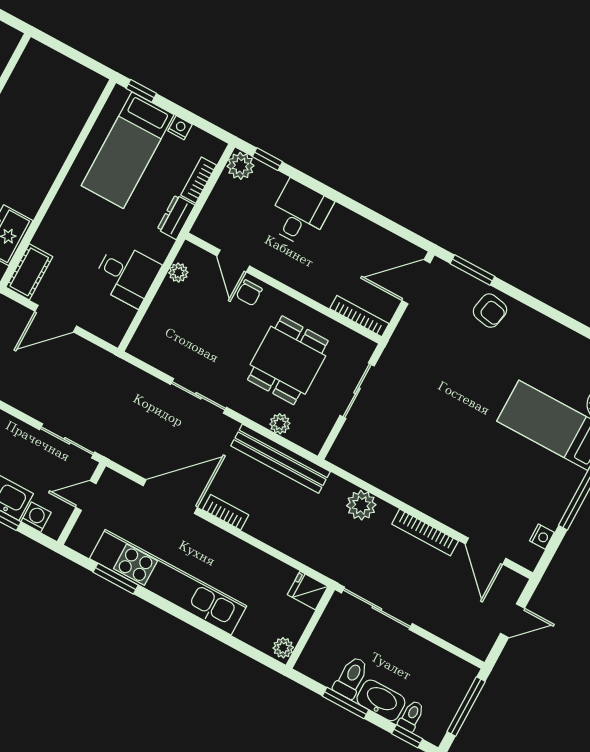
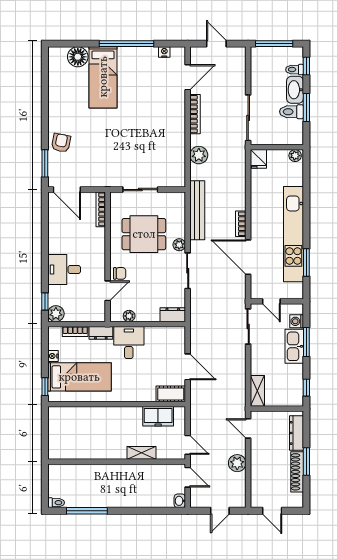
desk: (127, 274) -> (129, 343), moved
dresser: (145, 338) -> (173, 315), added
plant: (280, 424) -> (179, 245), moved

